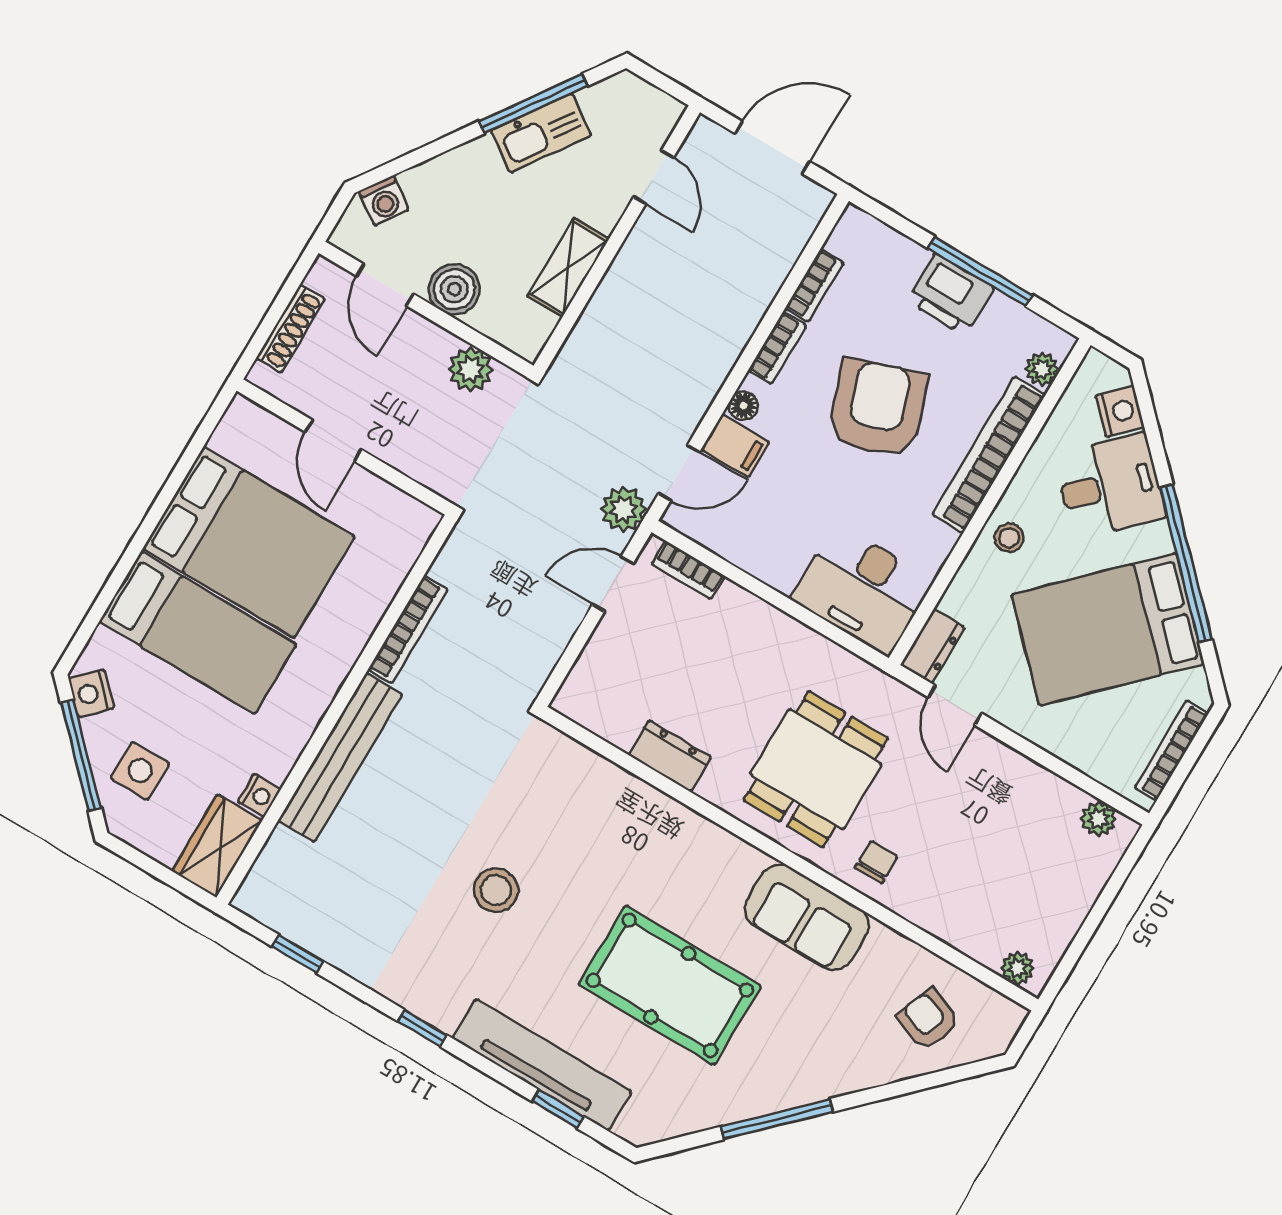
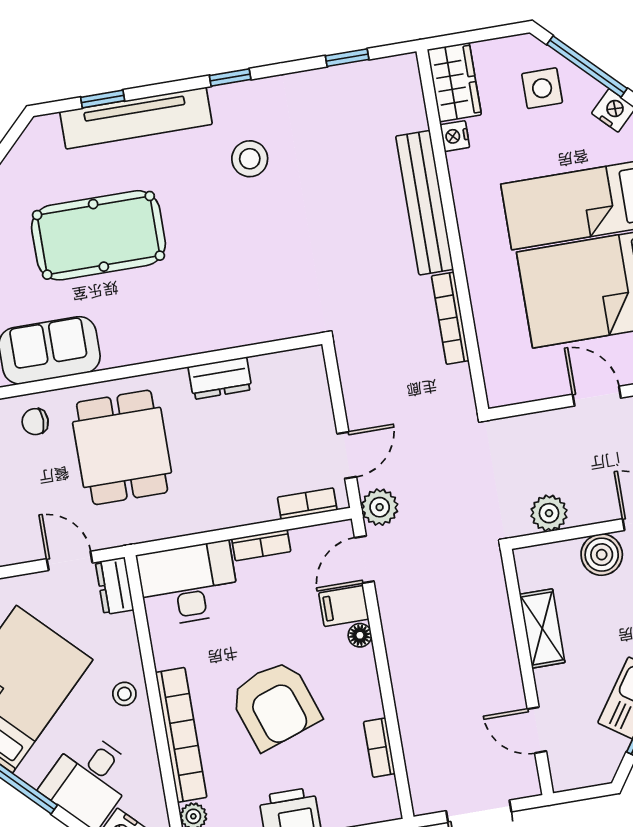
bookcase: (777, 348) -> (261, 545), moved, turned -90
chair: (876, 862) -> (35, 422), turned 90
stool: (496, 890) -> (250, 159), moved

